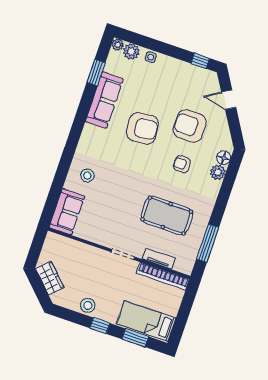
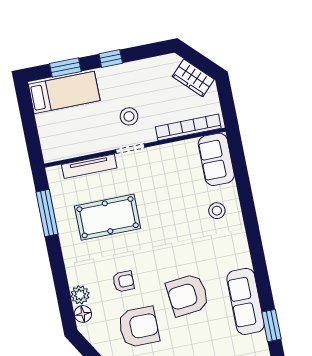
tv unit: (159, 259) -> (89, 166), width x1.41
bookcase: (163, 276) -> (188, 127), moved
stool: (88, 305) -> (129, 116), moved

